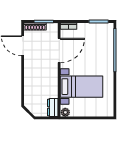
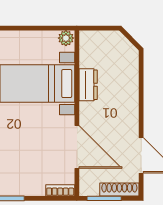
door: (59, 51) -> (77, 147), swing flipped
dresser: (53, 108) -> (88, 85), moved

